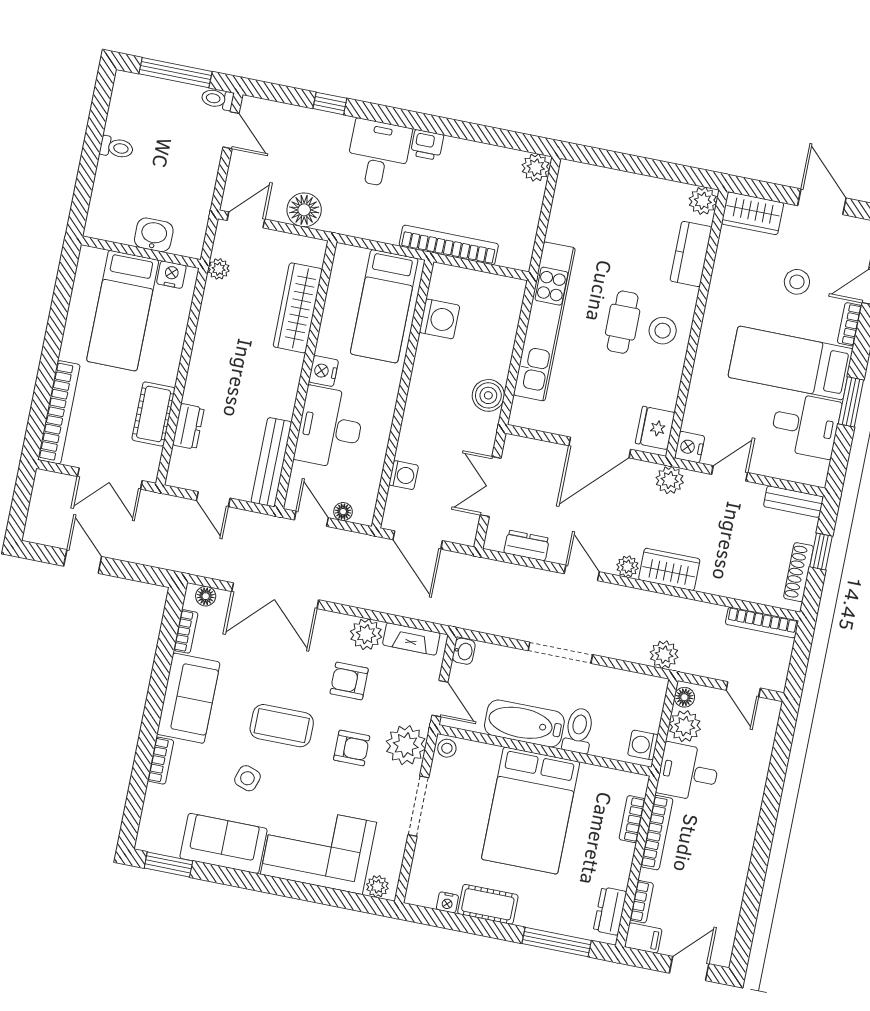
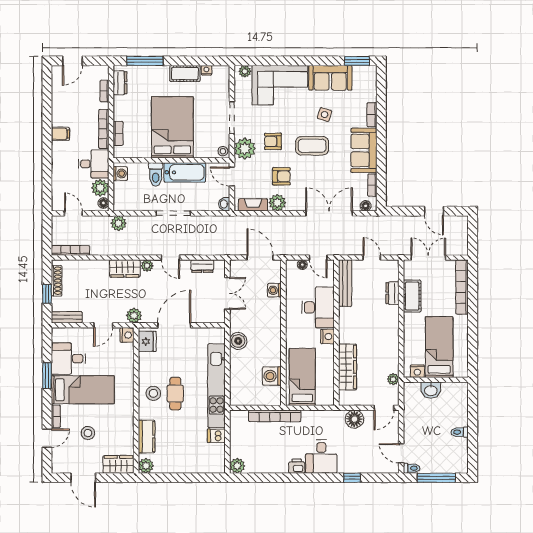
dishwasher: (563, 230) -> (216, 436), added
filing cabinet: (643, 938) -> (60, 134), moved, turned 180

